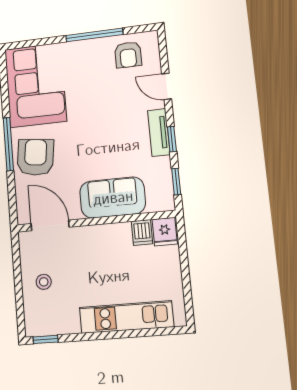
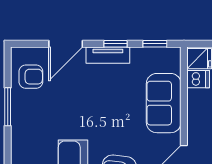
window: (94, 35) -> (8, 107), width x0.69
door: (167, 86) -> (66, 44), width x1.38

